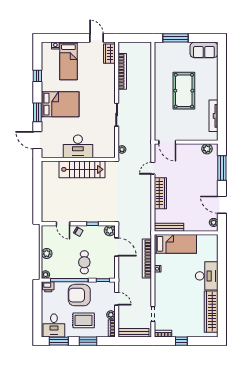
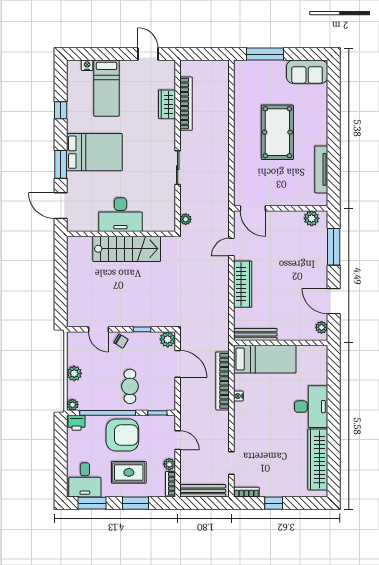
wardrobe: (109, 54) -> (167, 104), moved
armchair: (79, 295) -> (122, 435), turned 180

